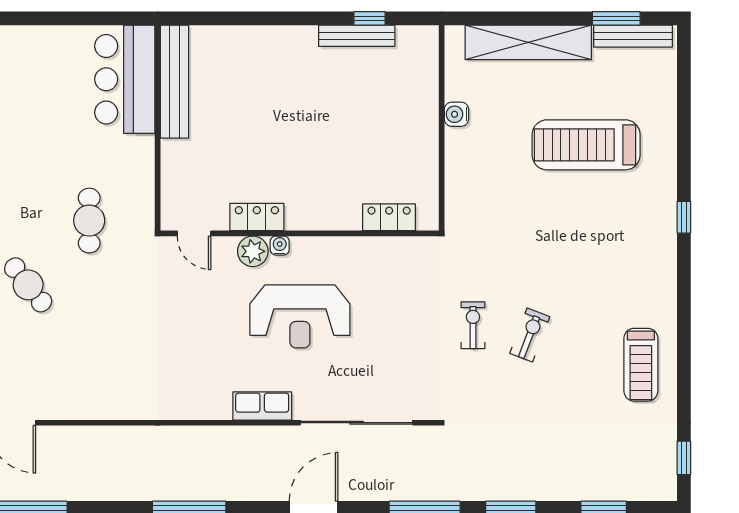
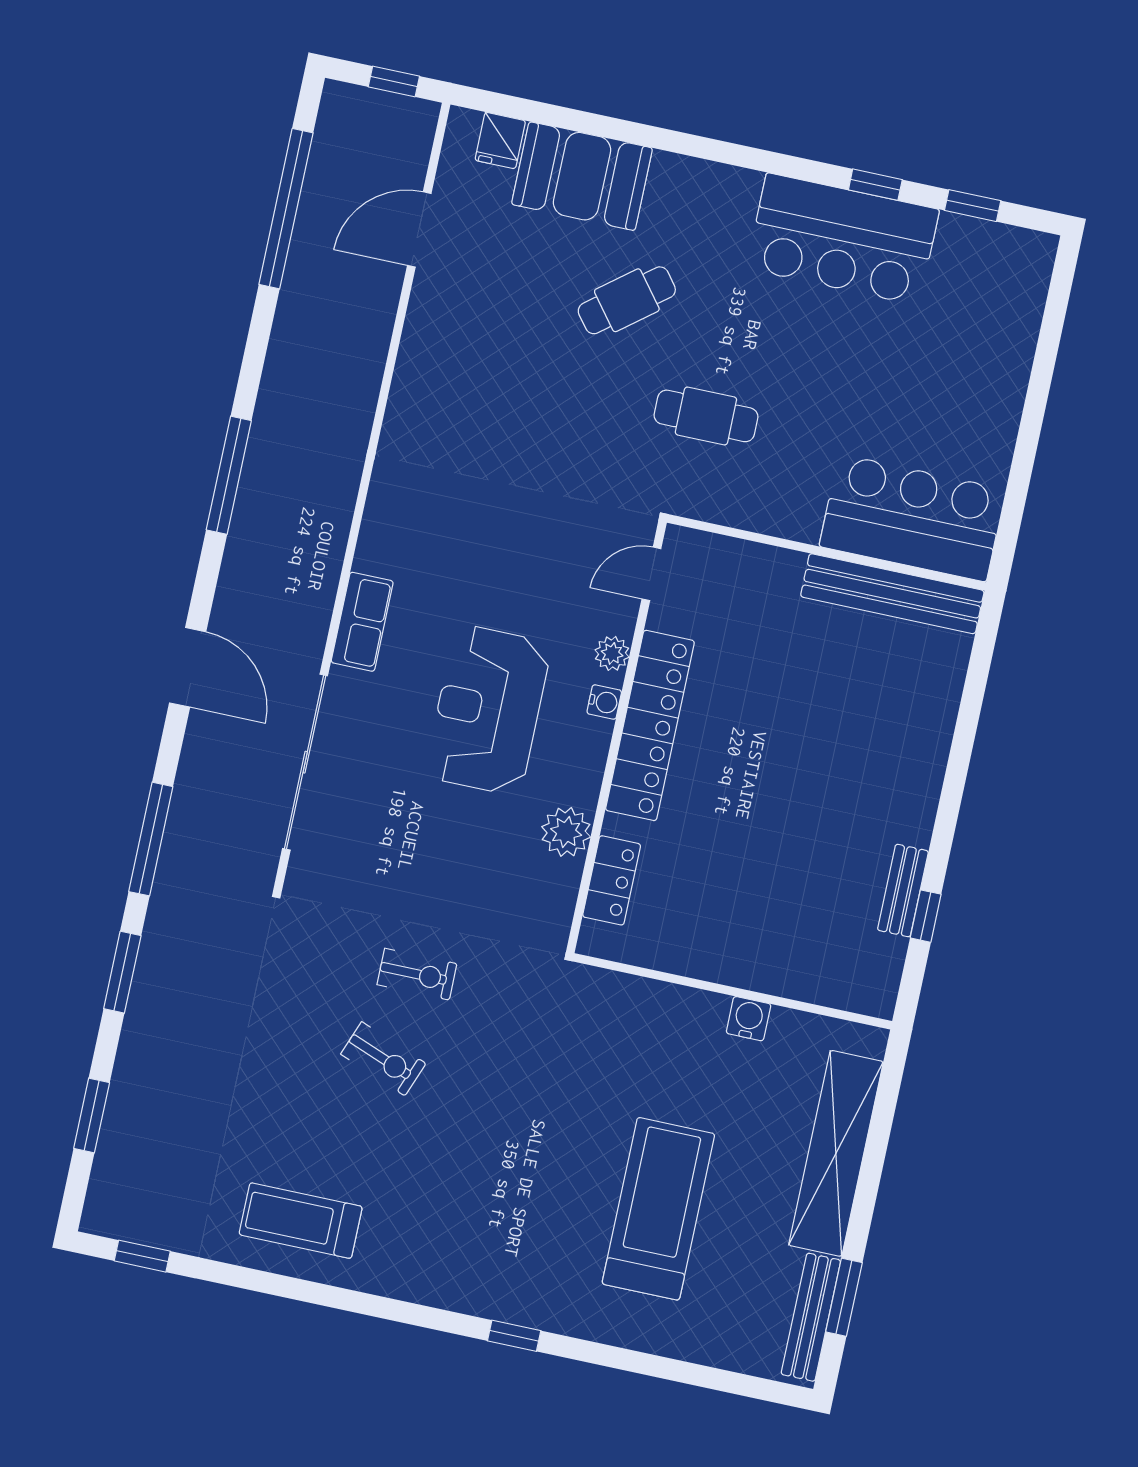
bench: (357, 36) -> (903, 891), width x0.73
locker: (257, 217) -> (650, 725), width x2.16, depth x1.21
plant: (253, 251) -> (612, 653), width x0.73, depth x0.73
plant: (365, 252) -> (566, 832), added

